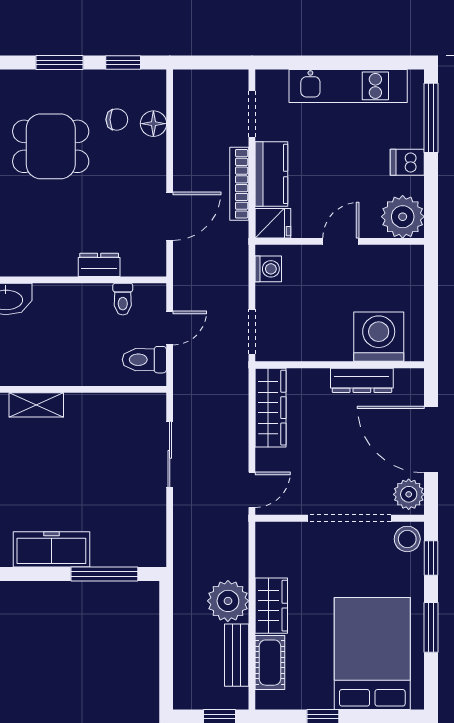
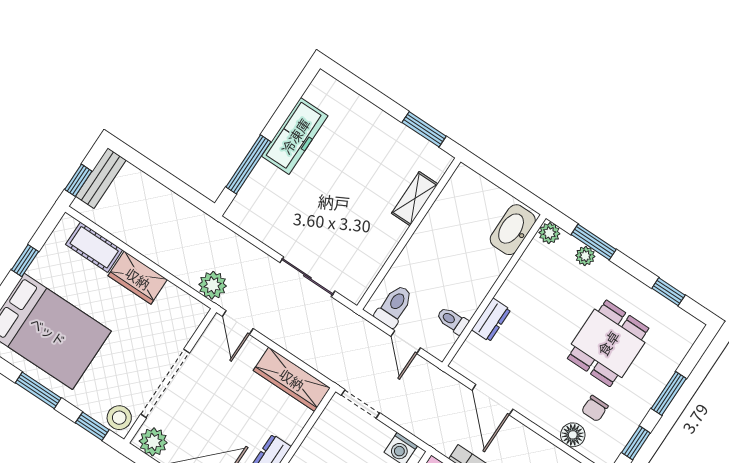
plant: (228, 601) -> (213, 285), moved, width x0.73, depth x0.73
bench: (237, 655) -> (101, 178), moved, turned 90

